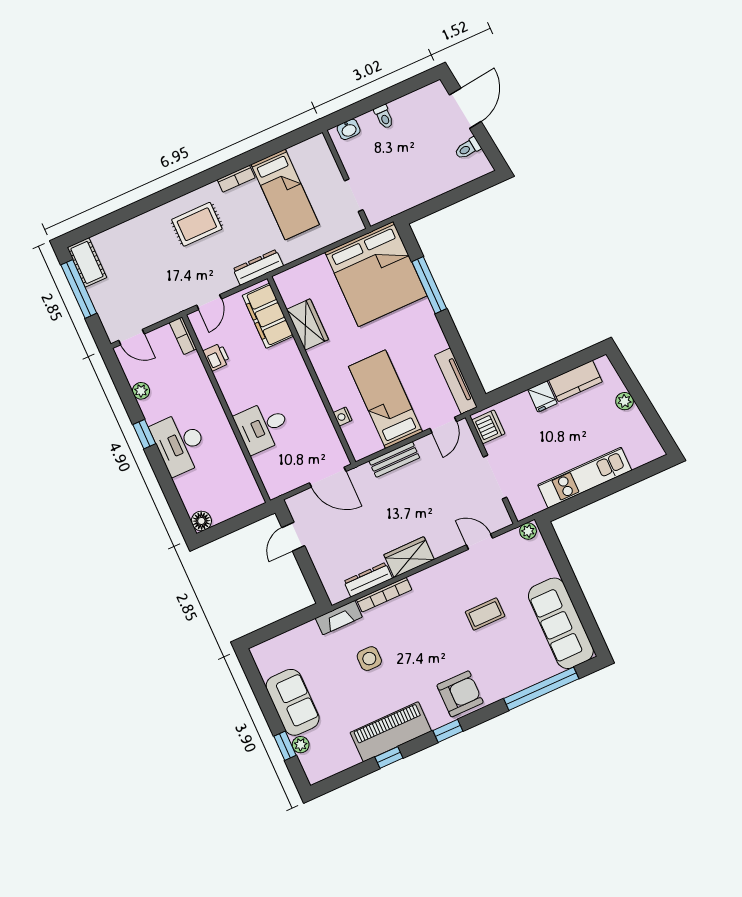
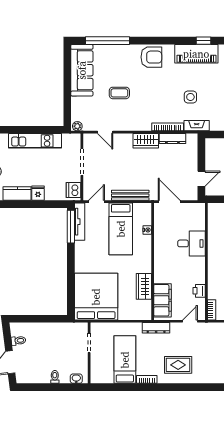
window: (429, 285) -> (71, 227), moved
bench: (394, 459) -> (130, 195), width x1.36
armchair: (460, 694) -> (151, 57), turned 180
window: (448, 731) -> (166, 41), removed

